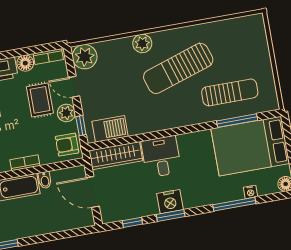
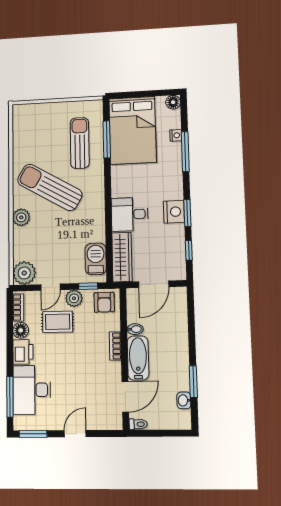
sun lounger: (178, 68) -> (50, 187), turned 138

